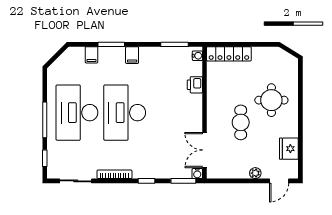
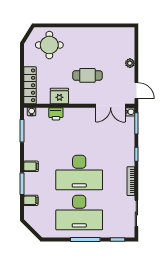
round table: (271, 100) -> (49, 45), moved
fridge: (289, 149) -> (59, 96), moved, turned 180
door: (279, 181) -> (136, 91), moved

